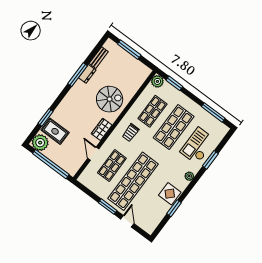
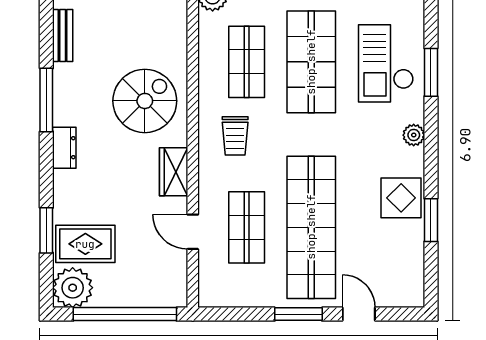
dresser: (87, 74) -> (64, 148), moved

